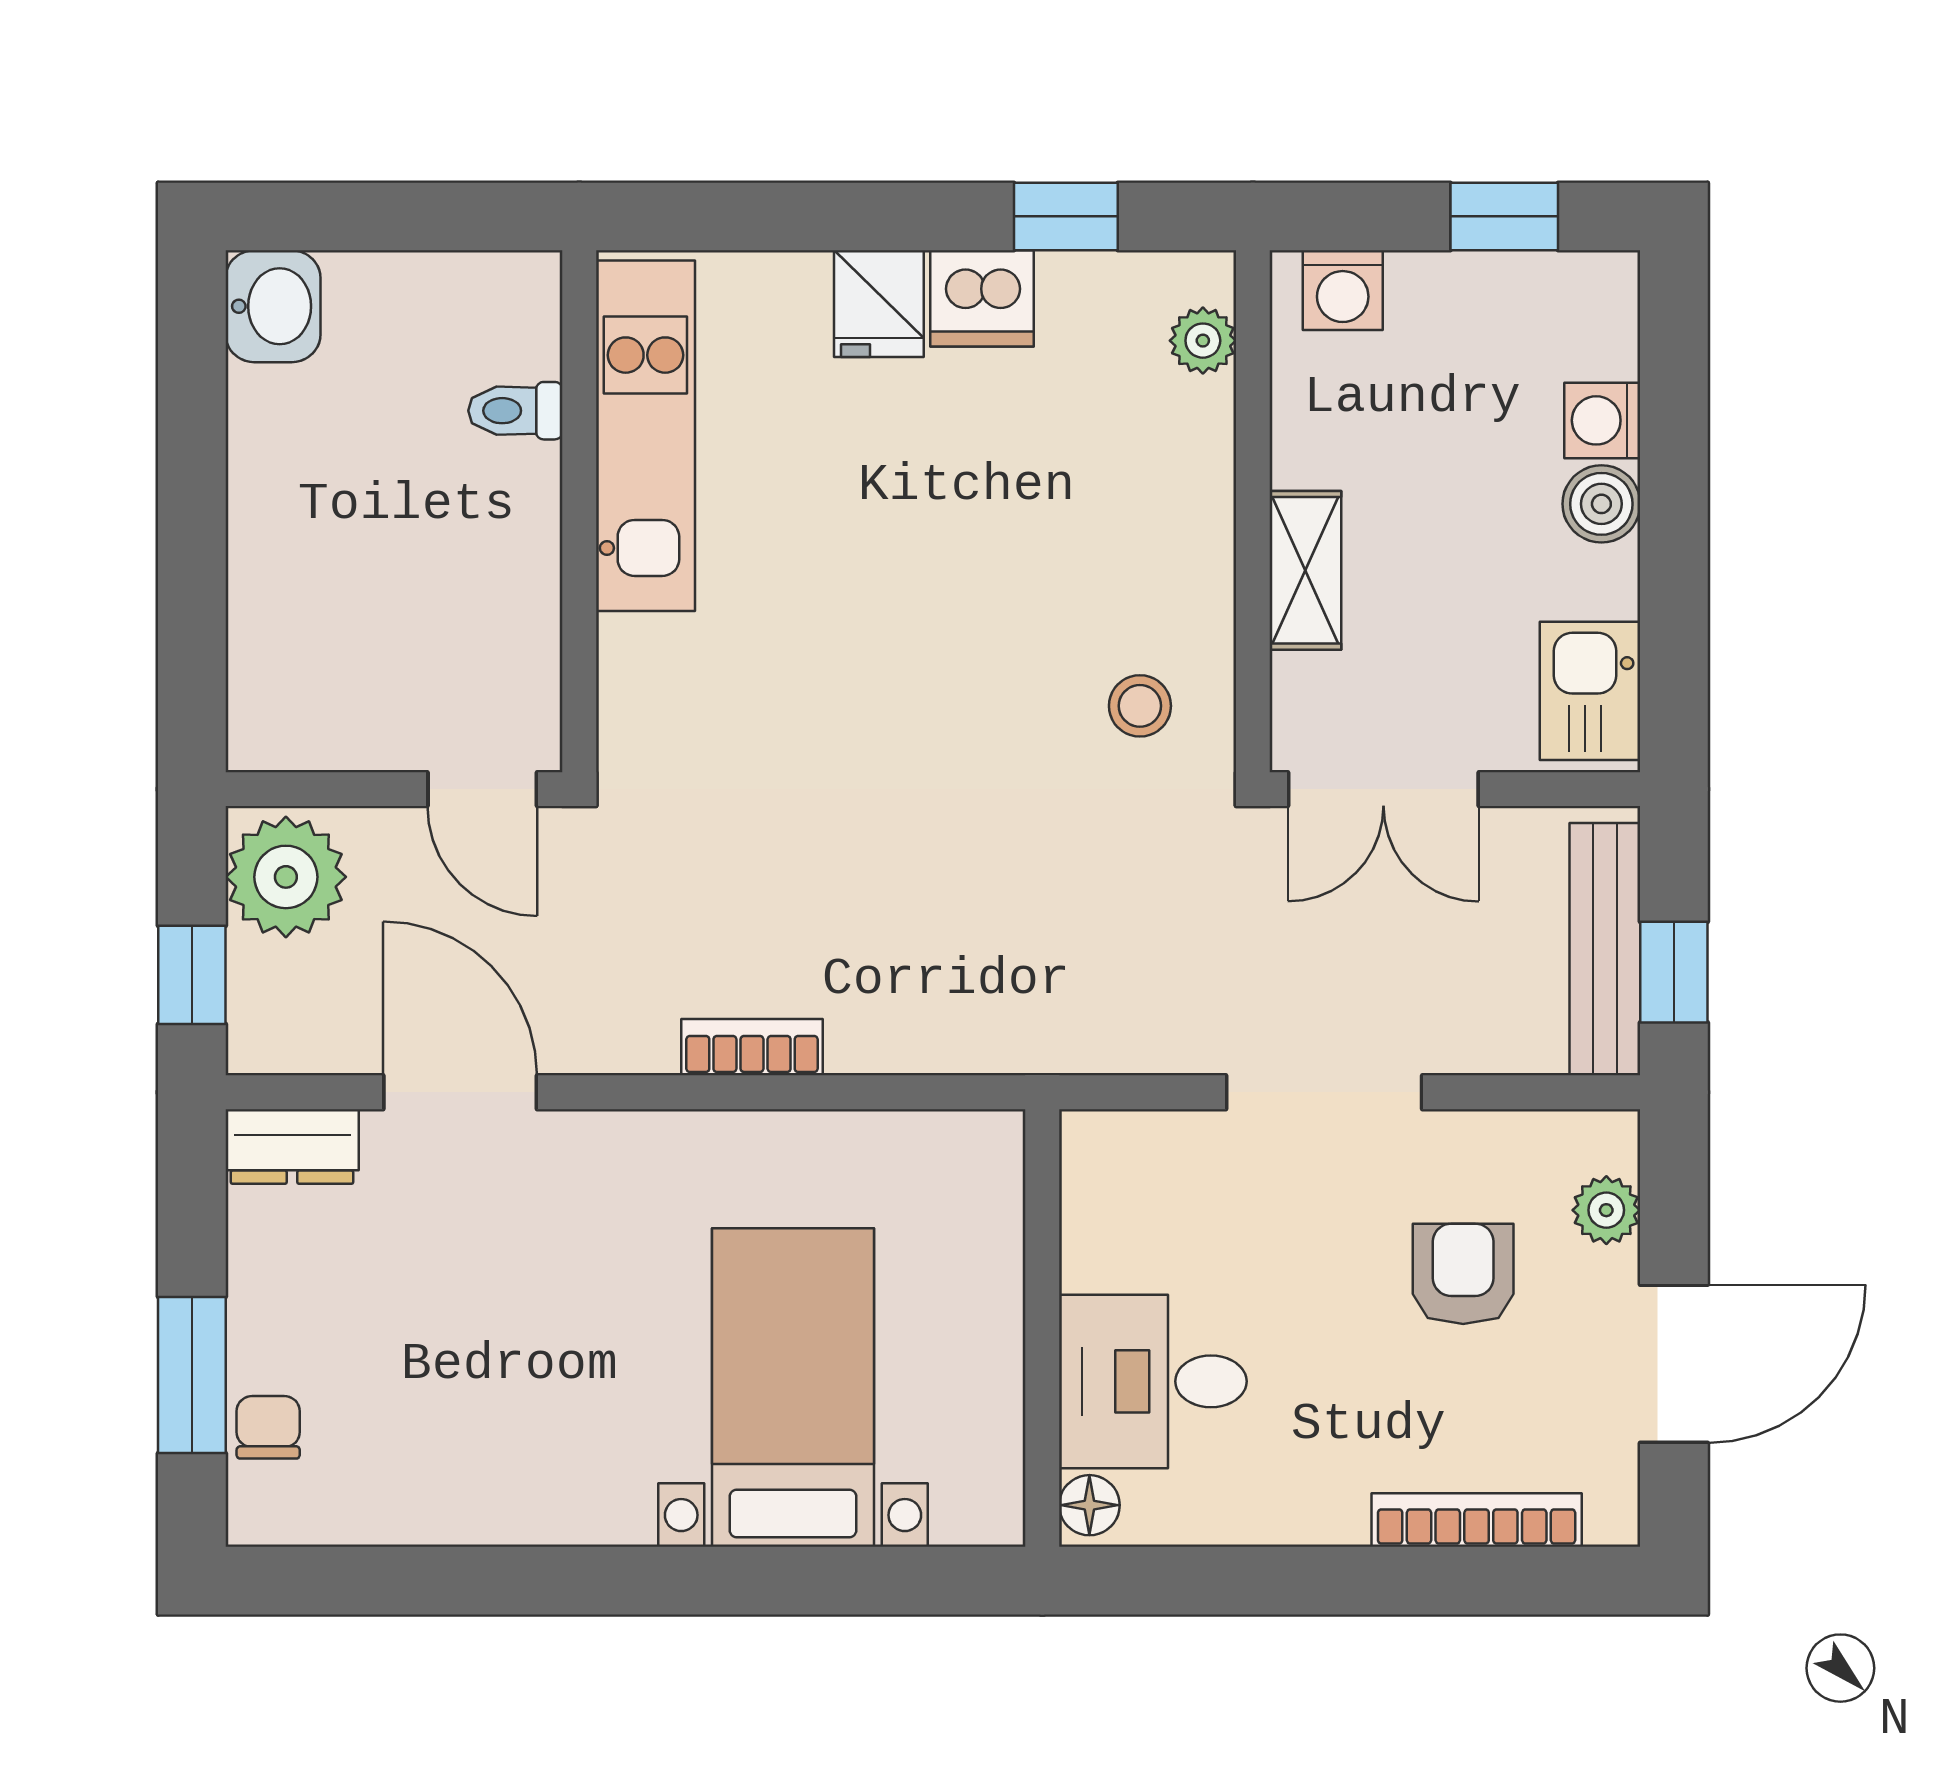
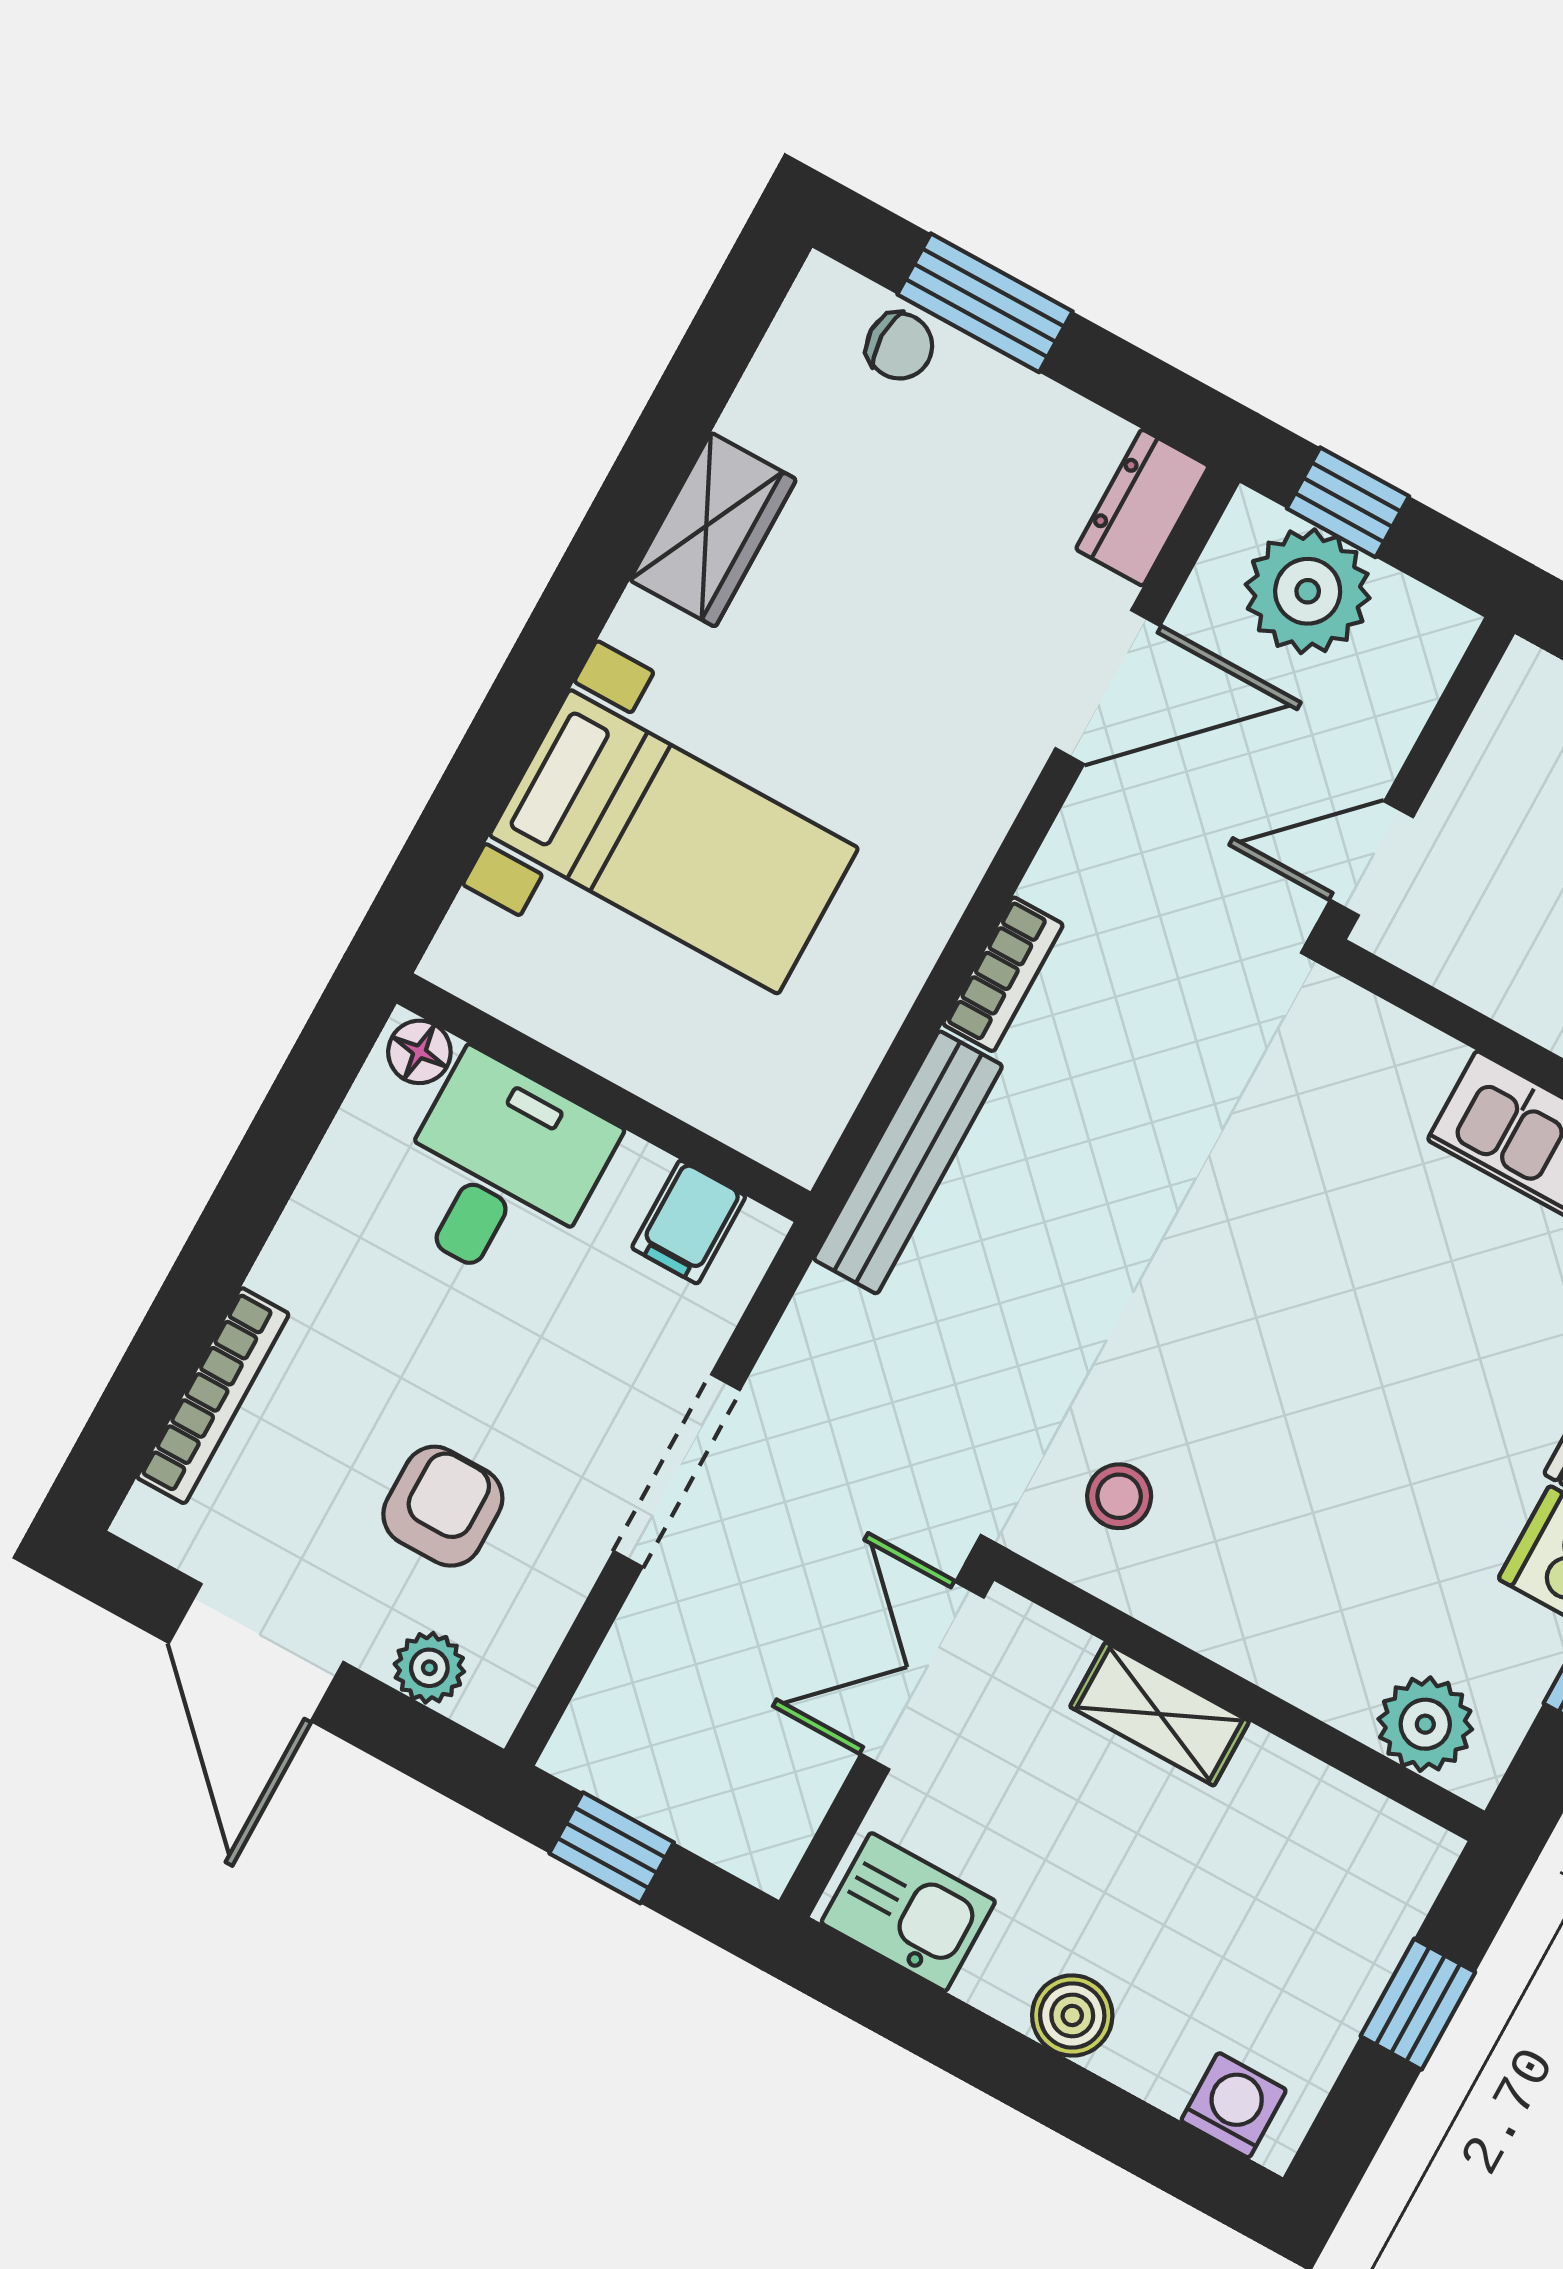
window: (1504, 216) -> (1418, 2004), moved
washing machine: (1343, 290) -> (1395, 1887), removed
plant: (1203, 341) -> (1425, 1724), width x1.38, depth x1.38
washing machine: (1602, 420) -> (1234, 2105), moved
plant: (286, 877) -> (1308, 591), moved
bench: (1605, 949) -> (908, 1162), moved, turned 90
filing cabinet: (1108, 1198) -> (689, 1222), added
armchair: (1463, 1274) -> (443, 1506), turned -90
wardrobe: (511, 1500) -> (713, 530), added

